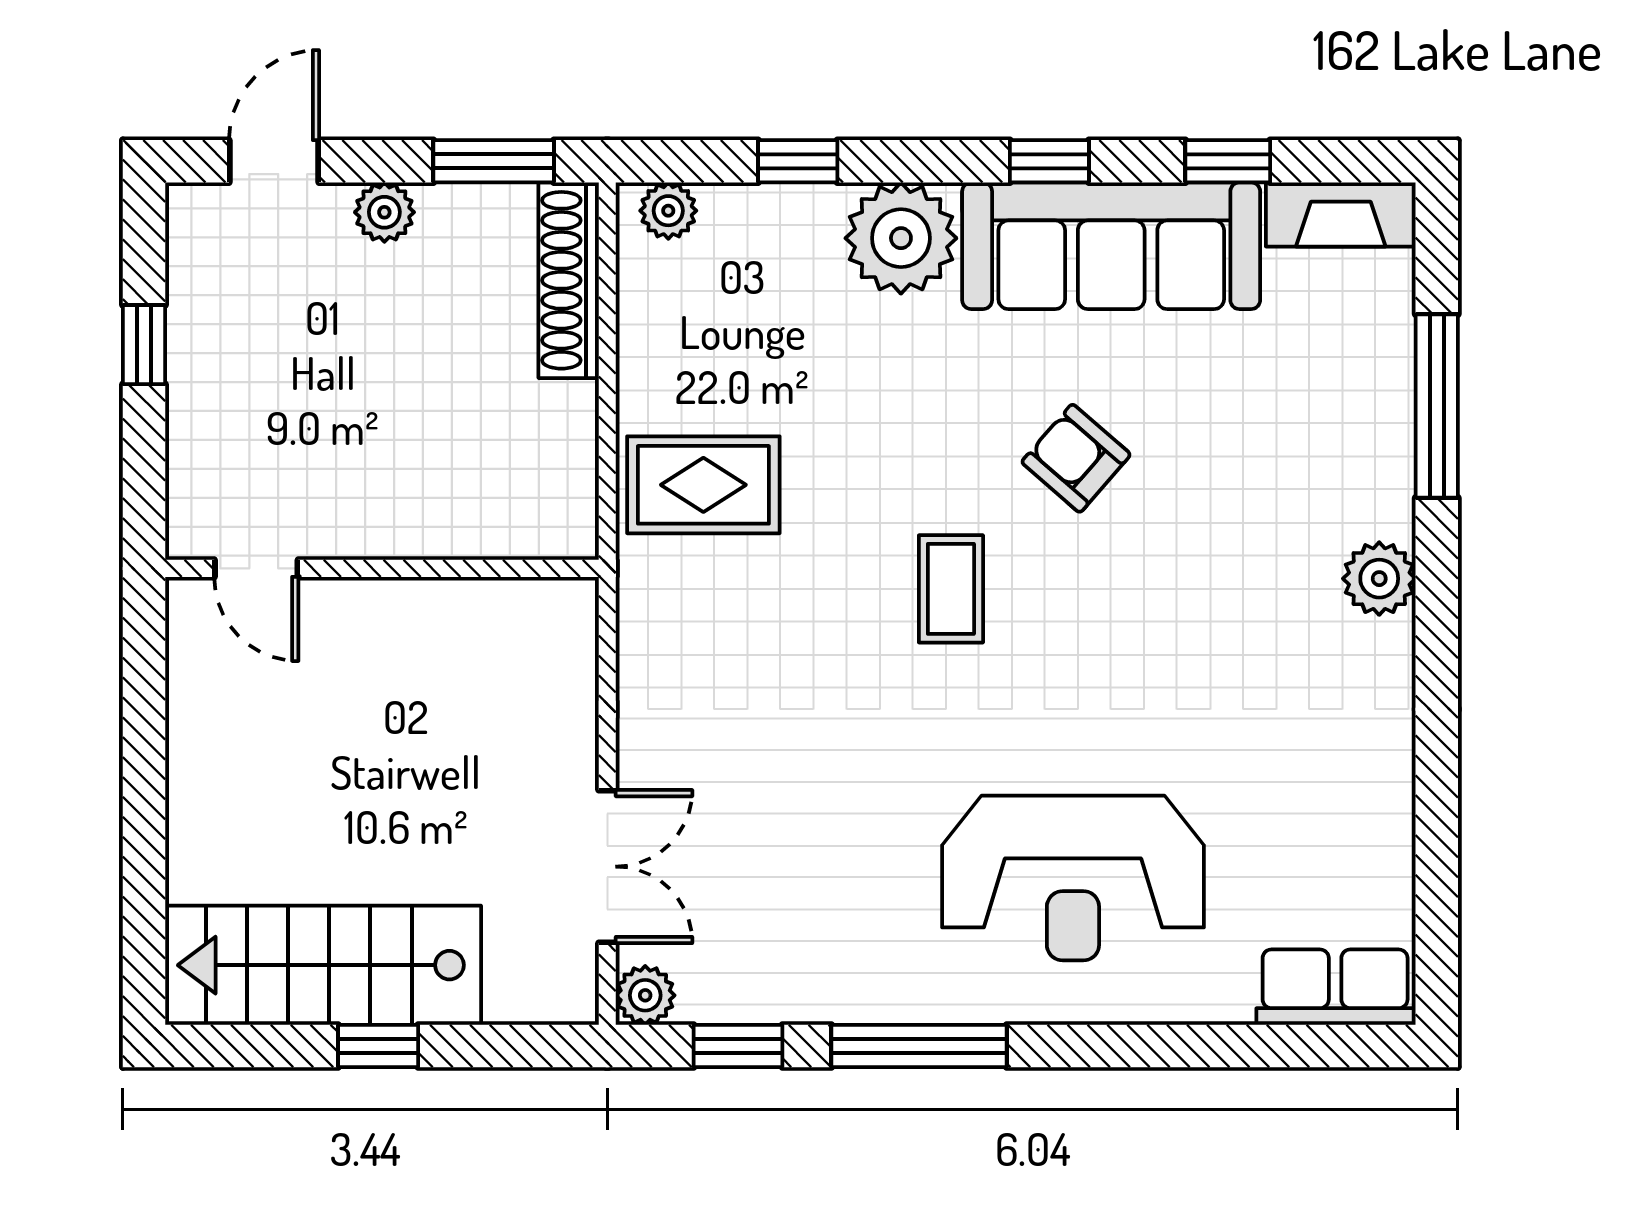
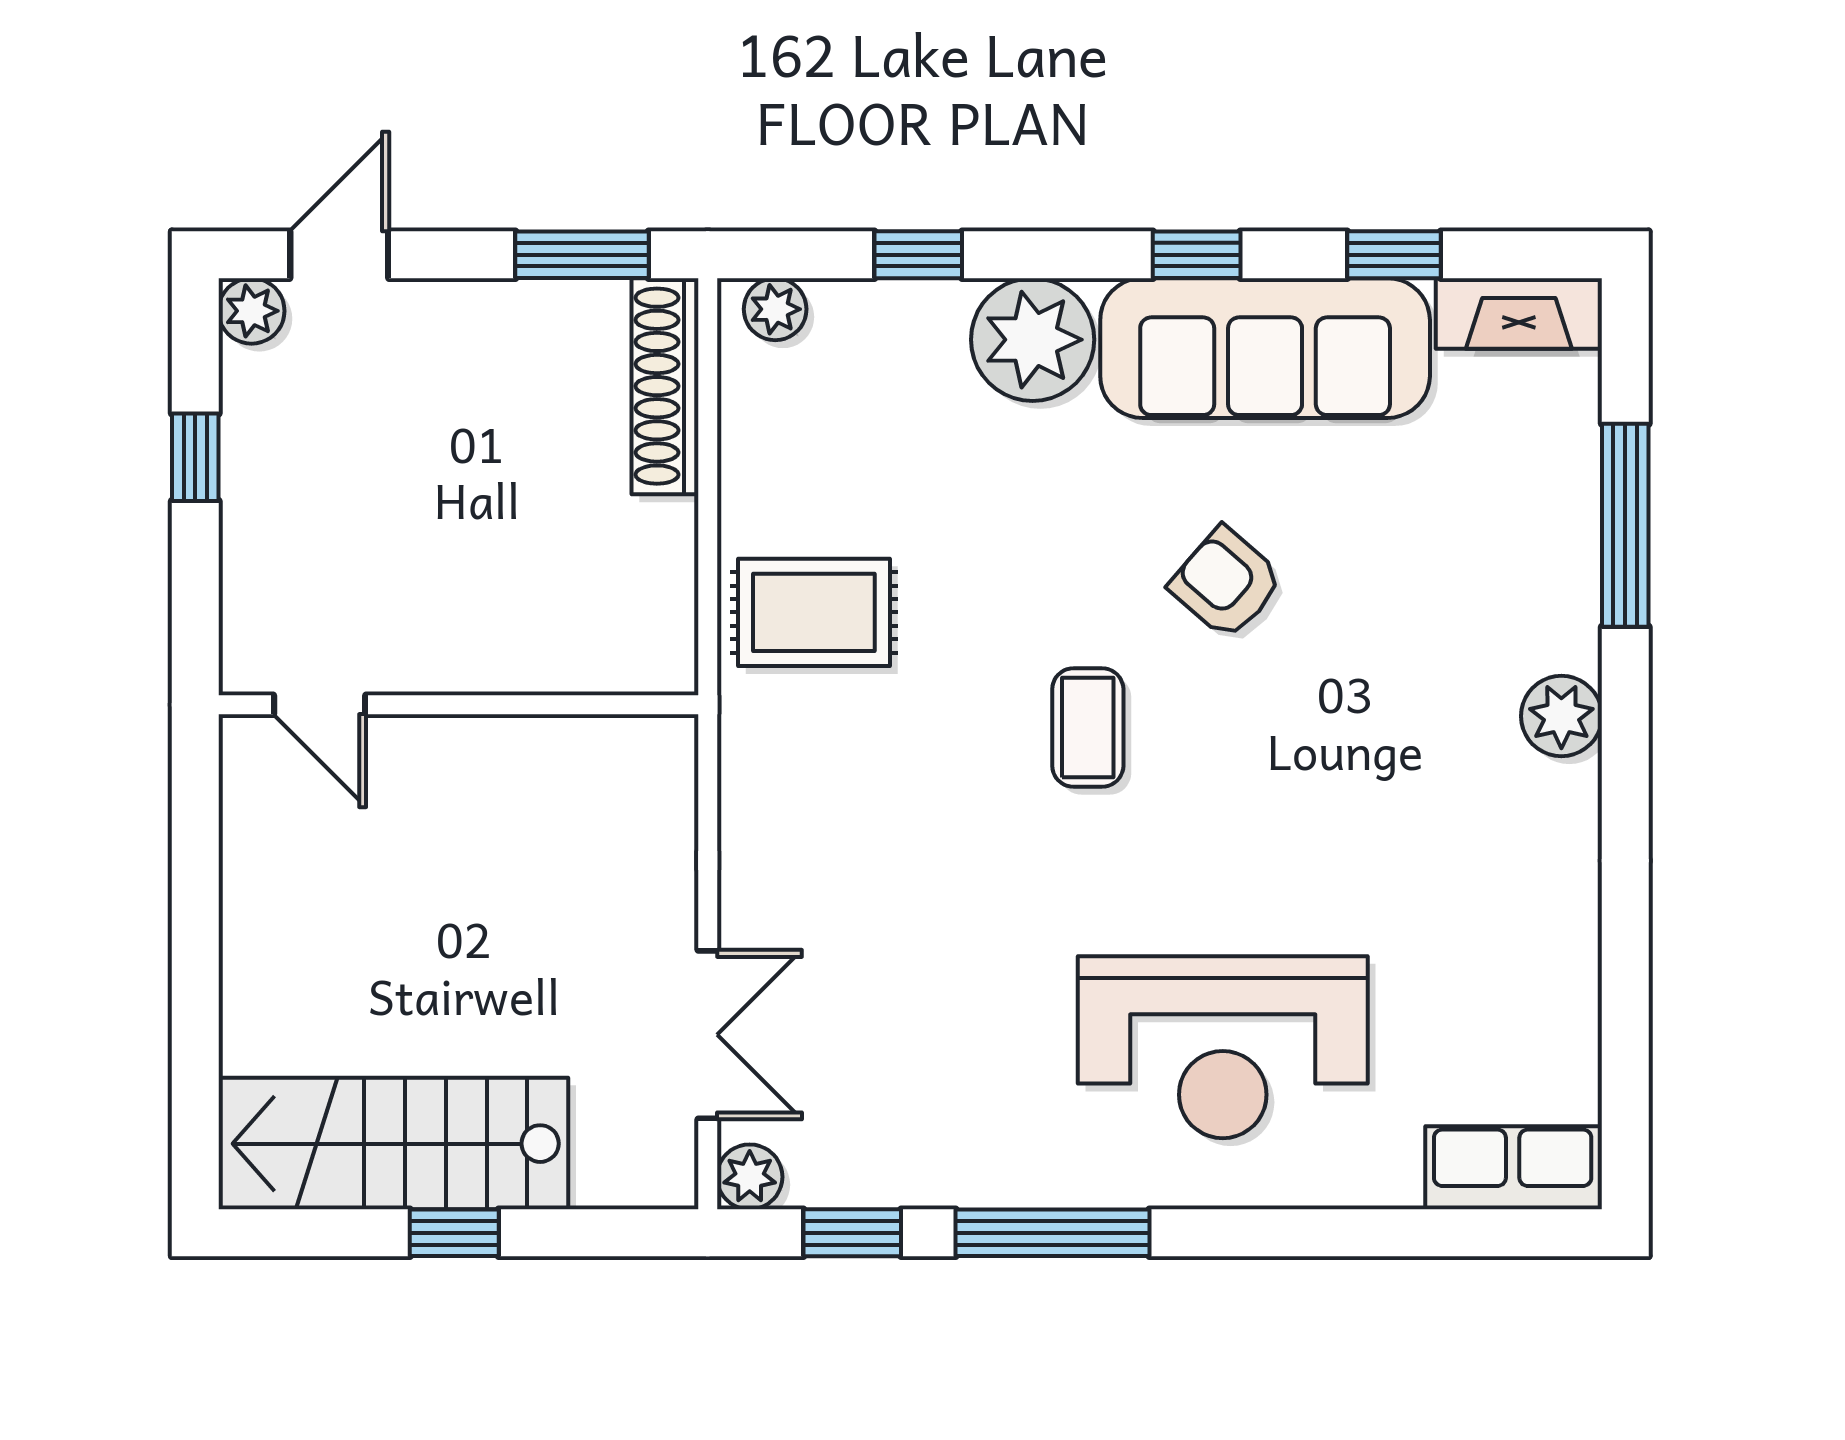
plant: (384, 212) -> (252, 311), moved

